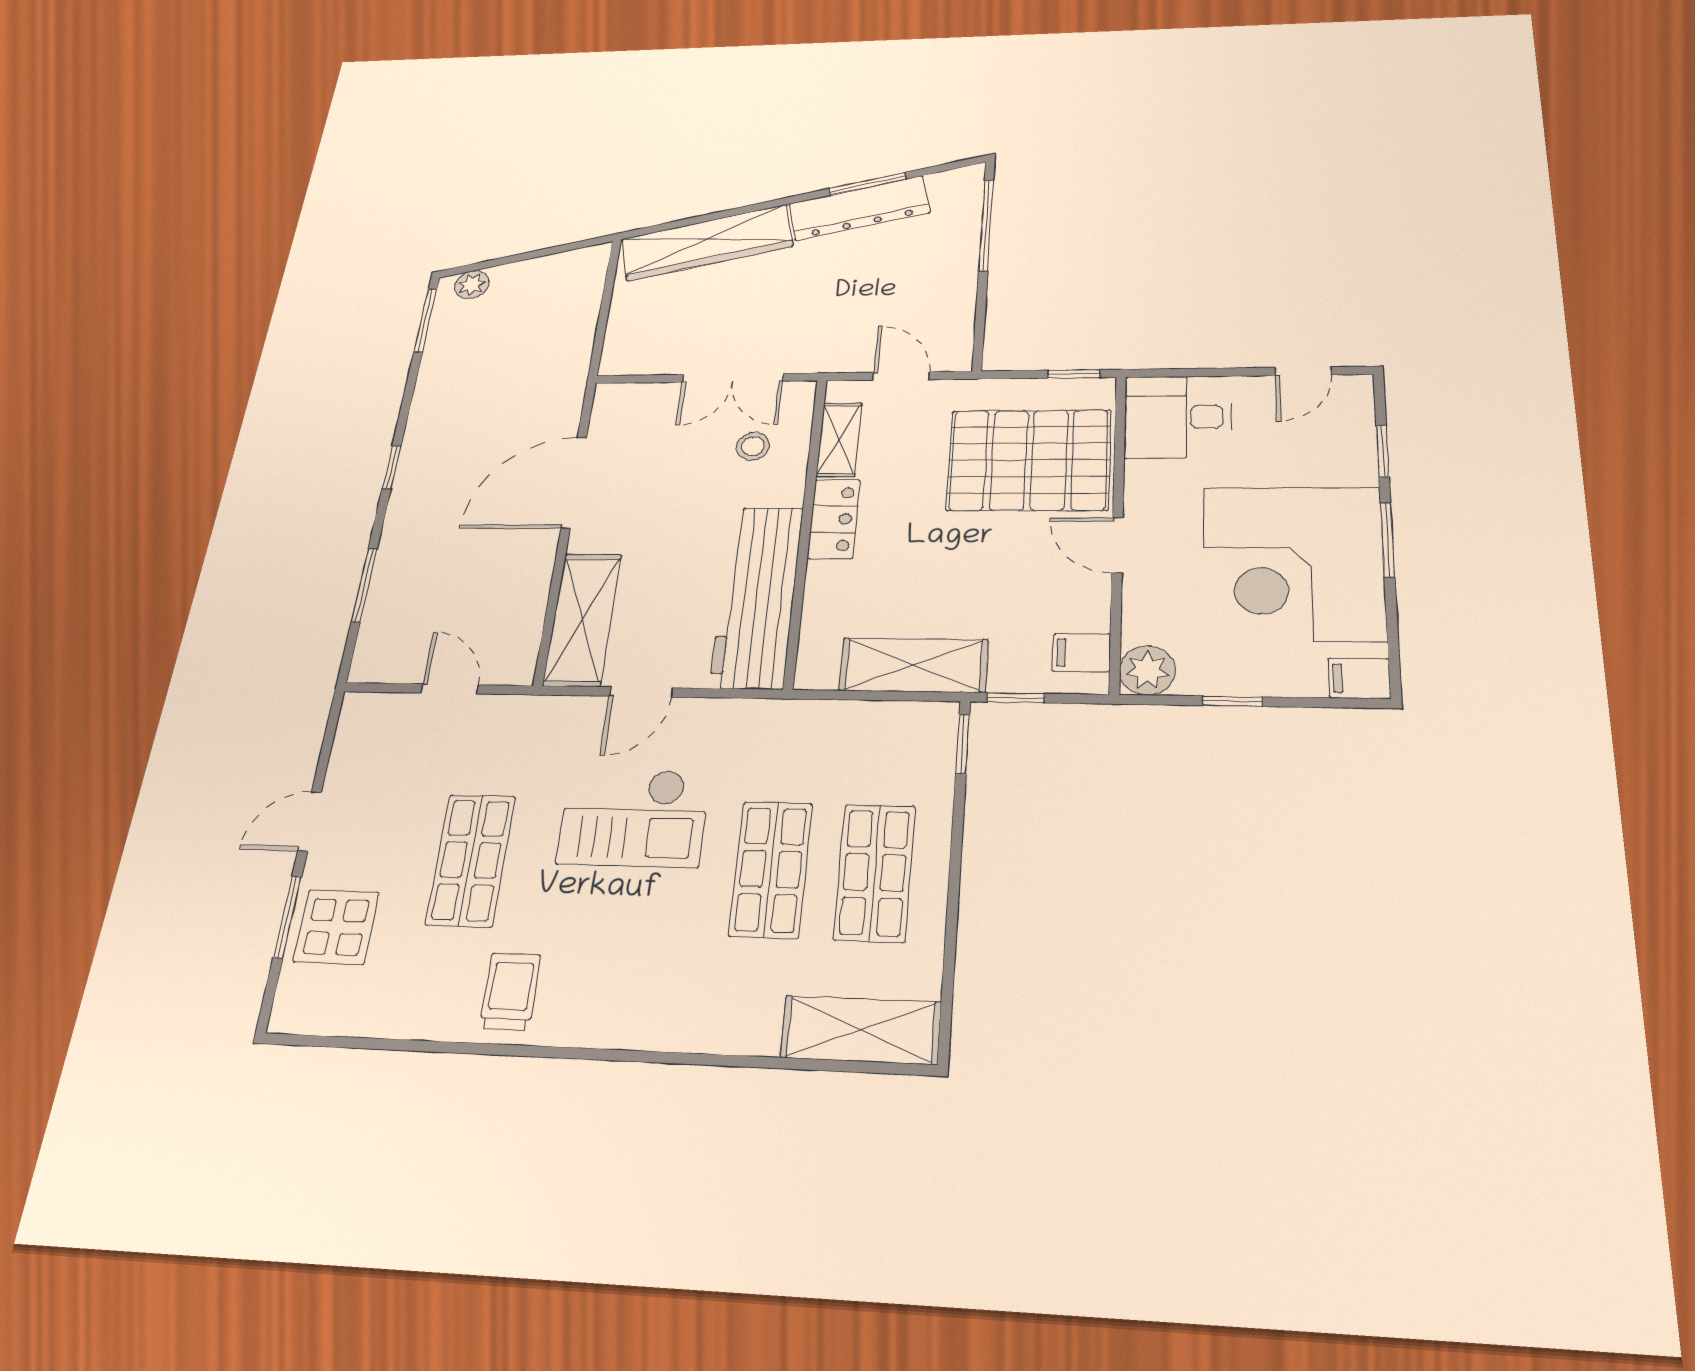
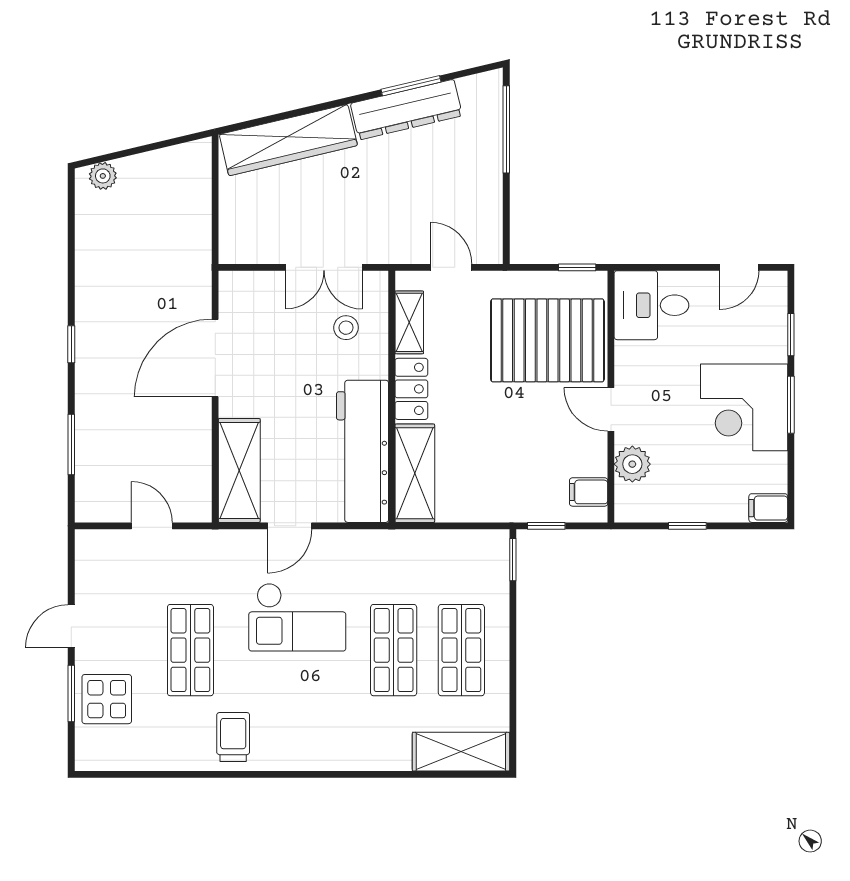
window: (426, 320) -> (71, 209), removed
corner desk: (1293, 563) -> (744, 407), width x0.74, depth x0.74
shelving: (914, 665) -> (415, 473), moved, turned 90
plant: (1147, 670) -> (632, 464), moved

